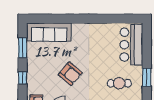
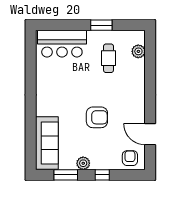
plant: (32, 62) -> (83, 163), added
armchair: (70, 74) -> (97, 117), turned 49

